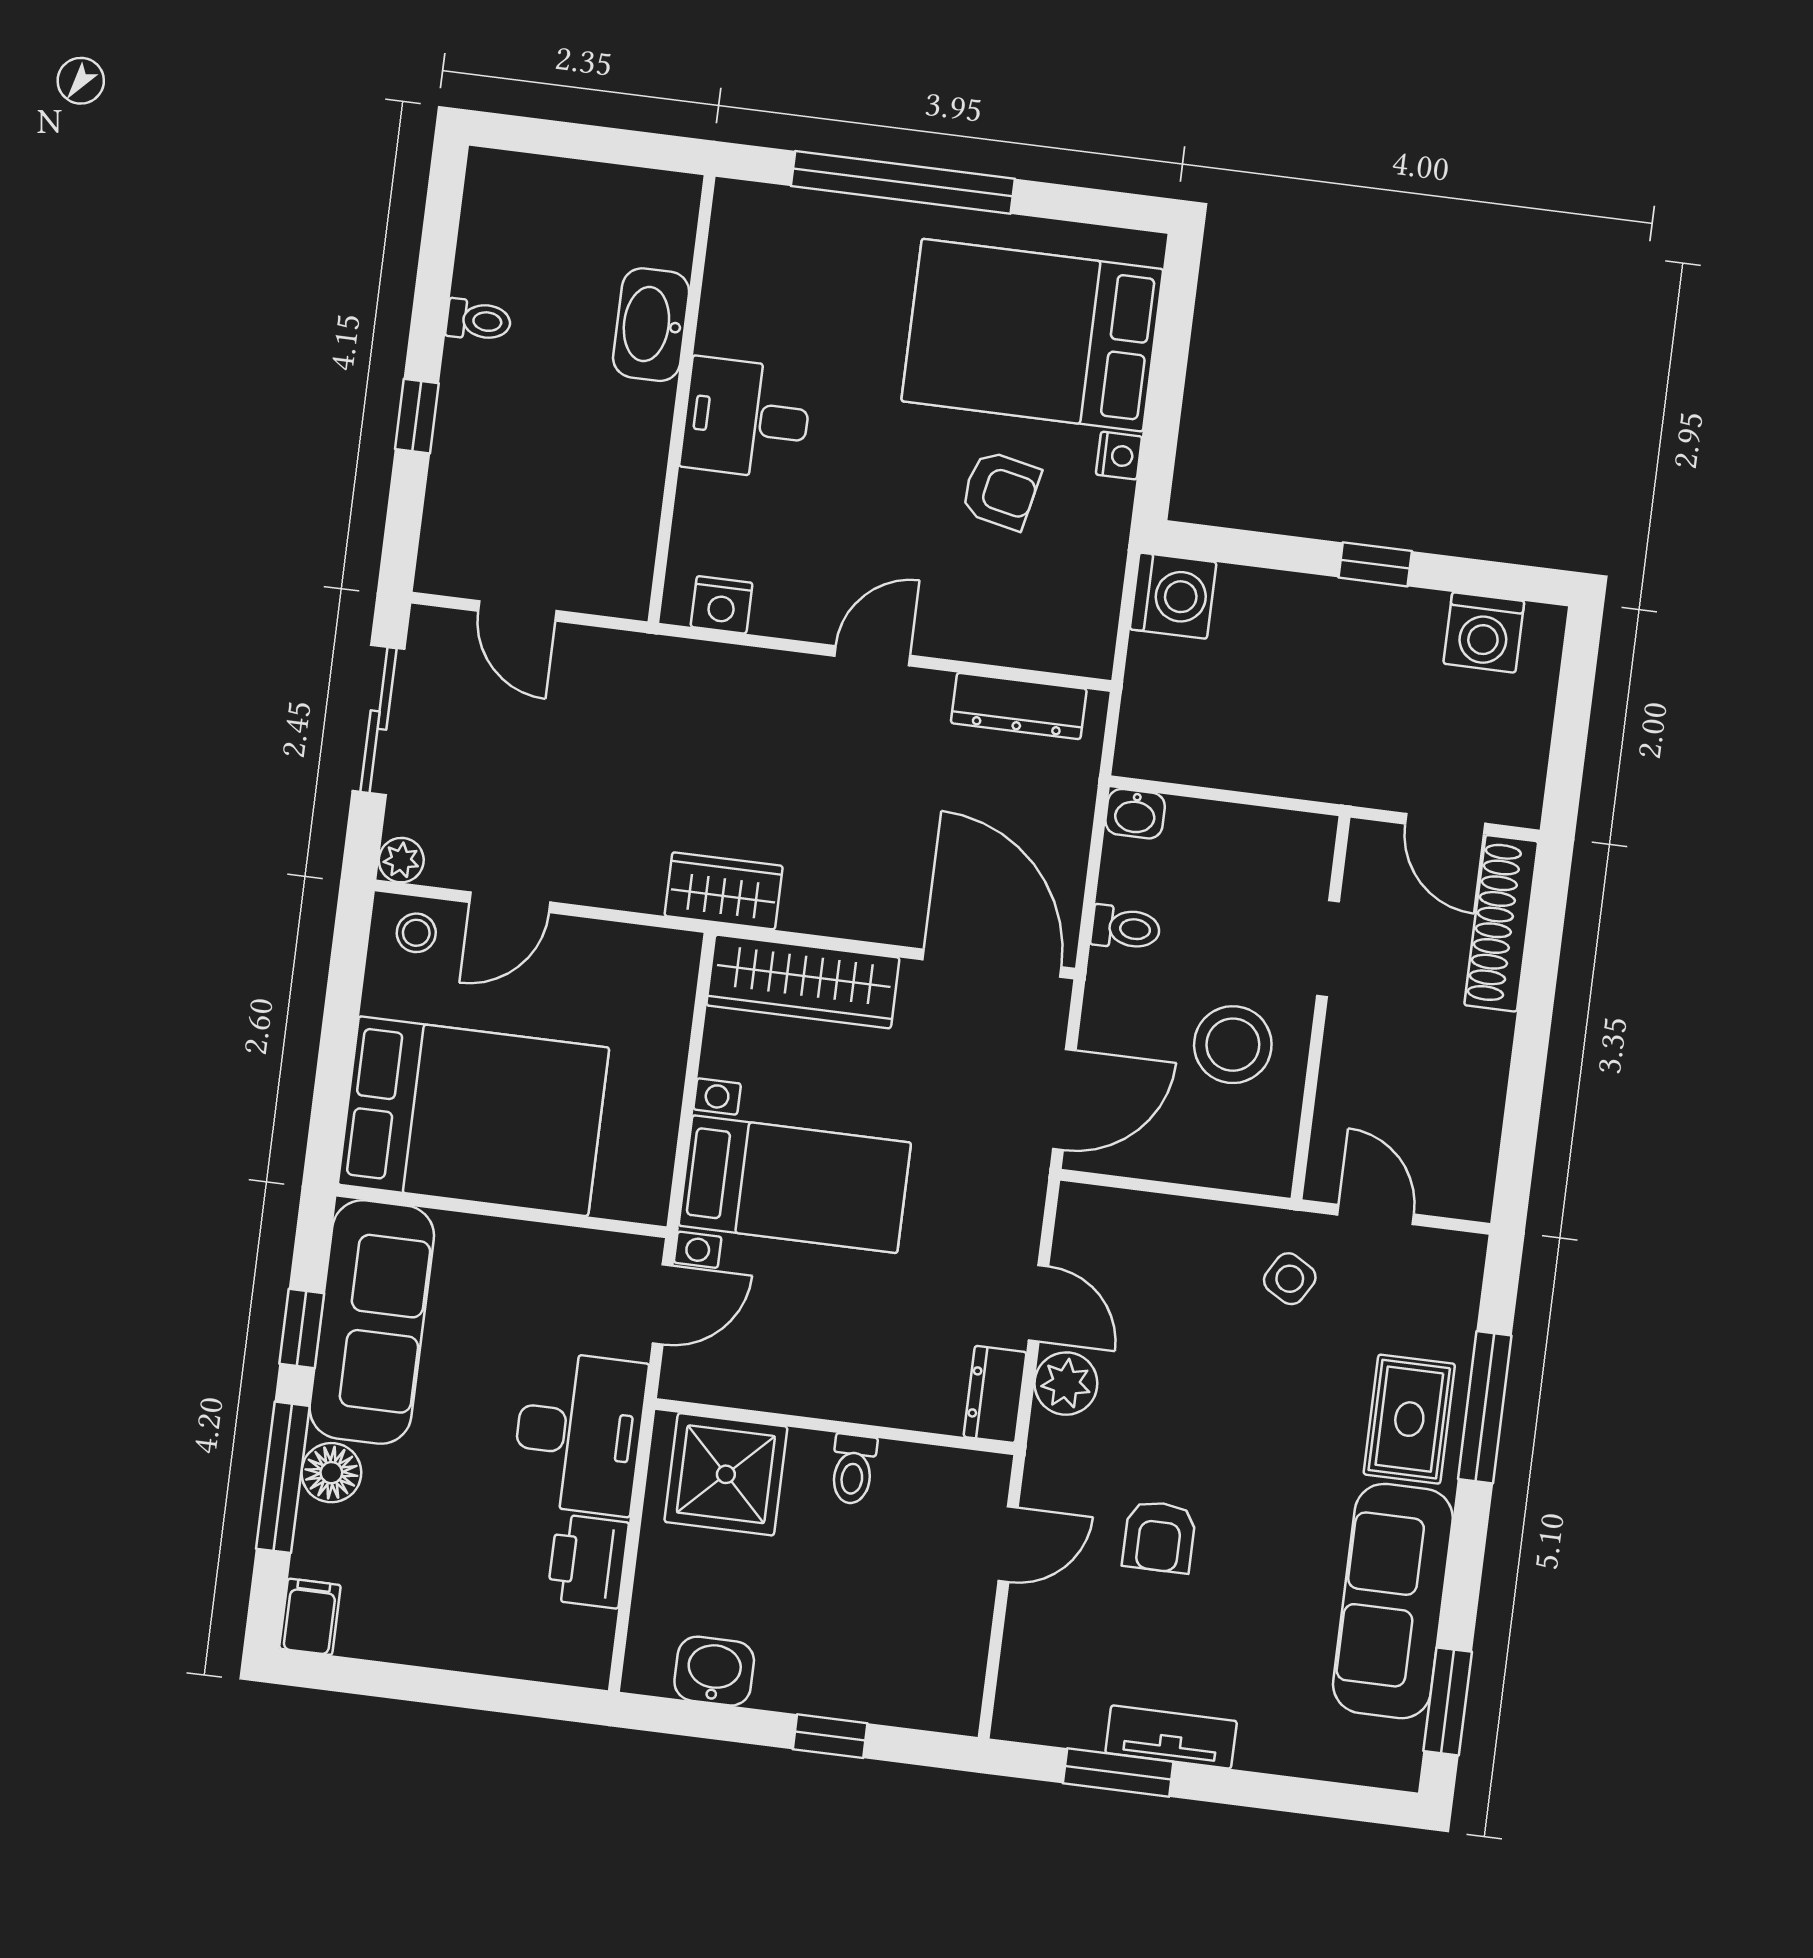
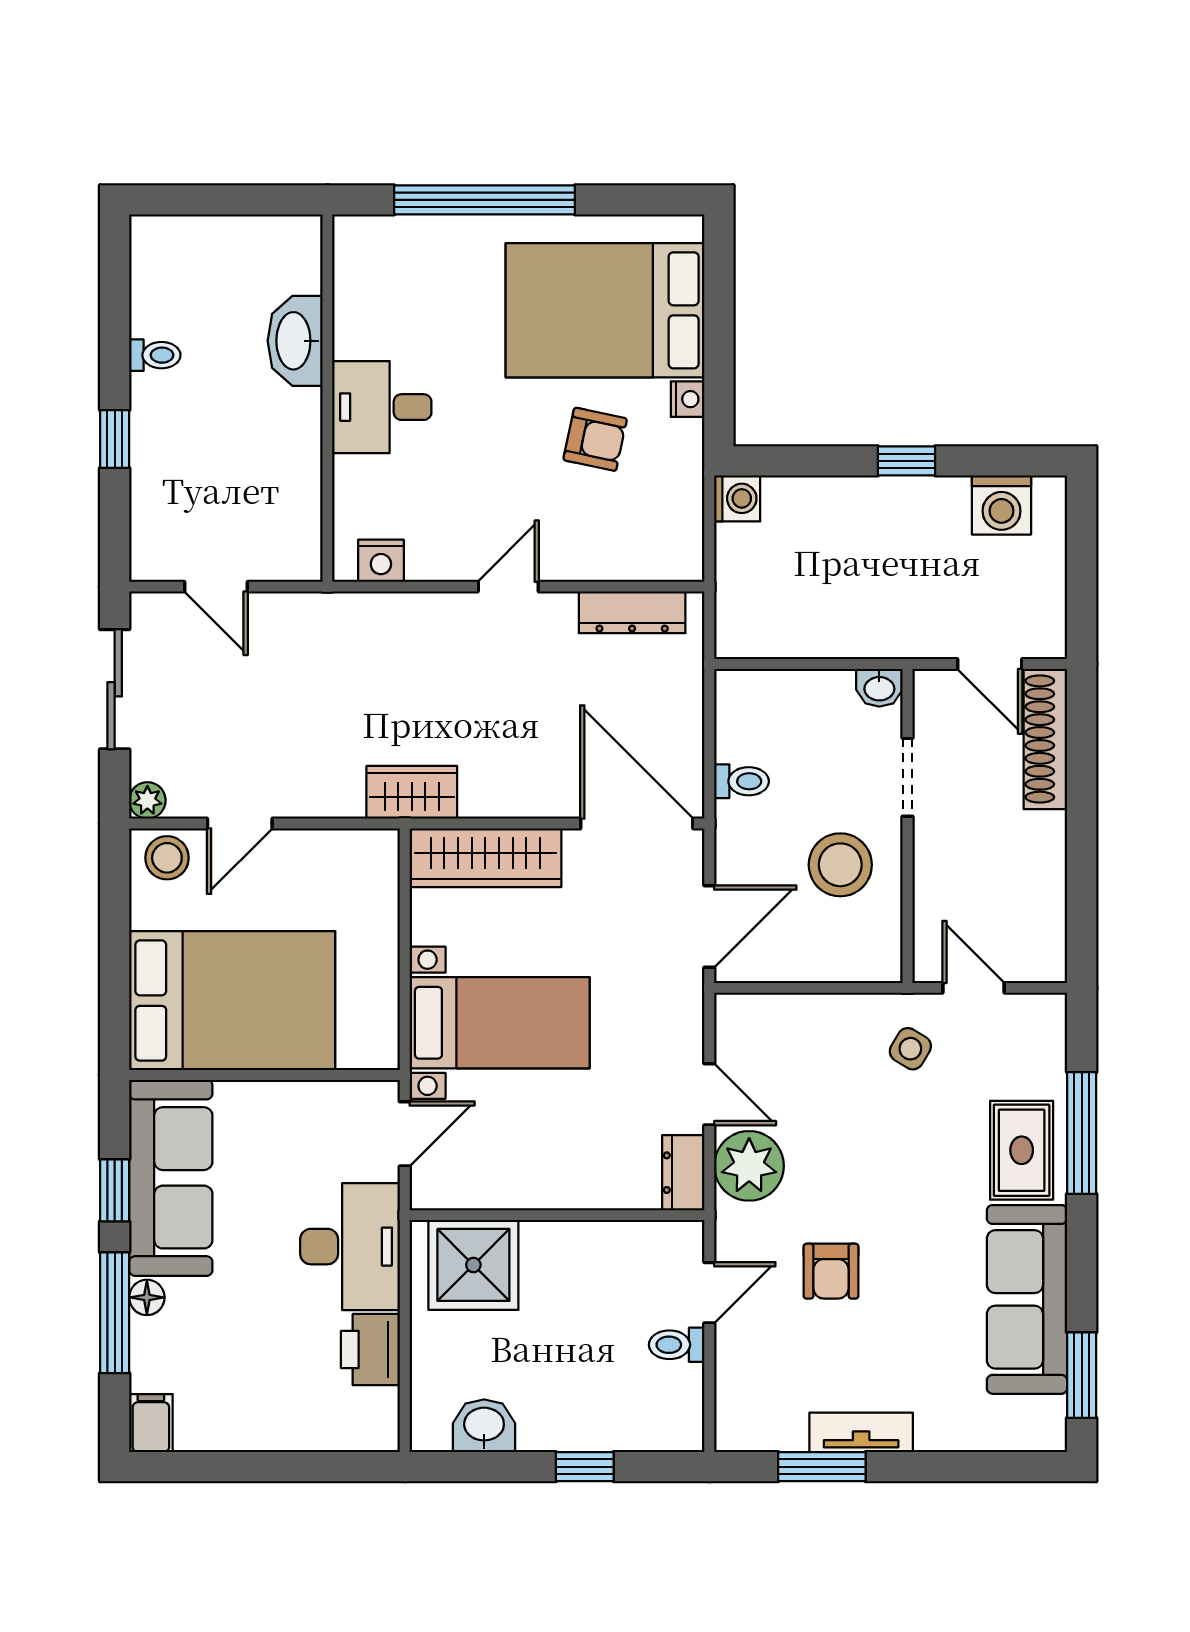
washing machine: (1173, 596) -> (737, 498), width x0.73, depth x0.73
washbasin: (1135, 814) -> (879, 688), moved
stool: (416, 933) -> (167, 858), width x1.37, depth x1.37
plant: (1066, 1384) -> (749, 1166), width x1.36, depth x1.36
toilet: (853, 1469) -> (677, 1345), moved, turned 90
floor lamp: (331, 1473) -> (147, 1297), width x0.73, depth x0.73

